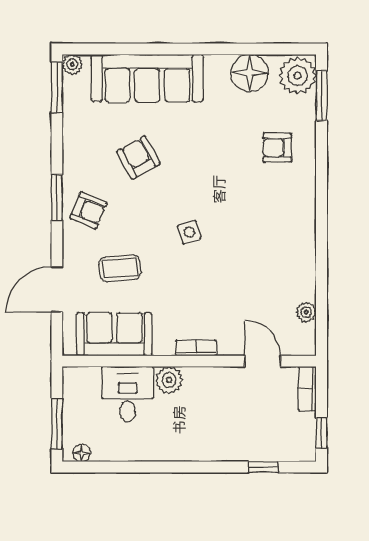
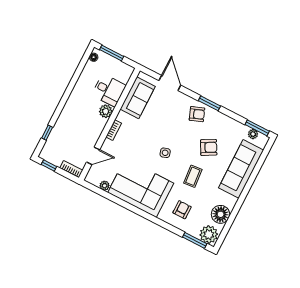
plant: (72, 64) -> (253, 134), moved
armchair: (88, 210) -> (197, 114), turned -133
corner sofa: (276, 244) -> (141, 188), added
coffee table: (120, 268) -> (193, 176), moved

